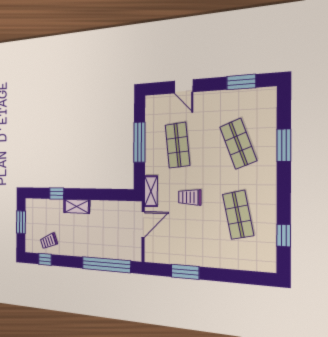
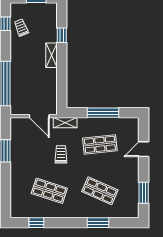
shop shelf: (238, 144) -> (100, 191), turned 45
shop shelf: (238, 215) -> (49, 191), turned 30

